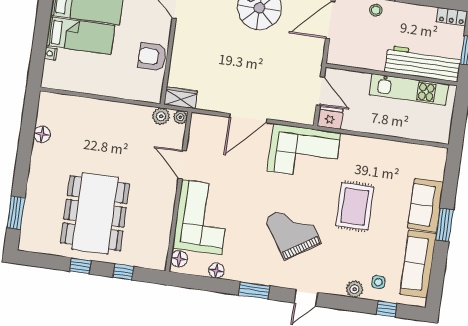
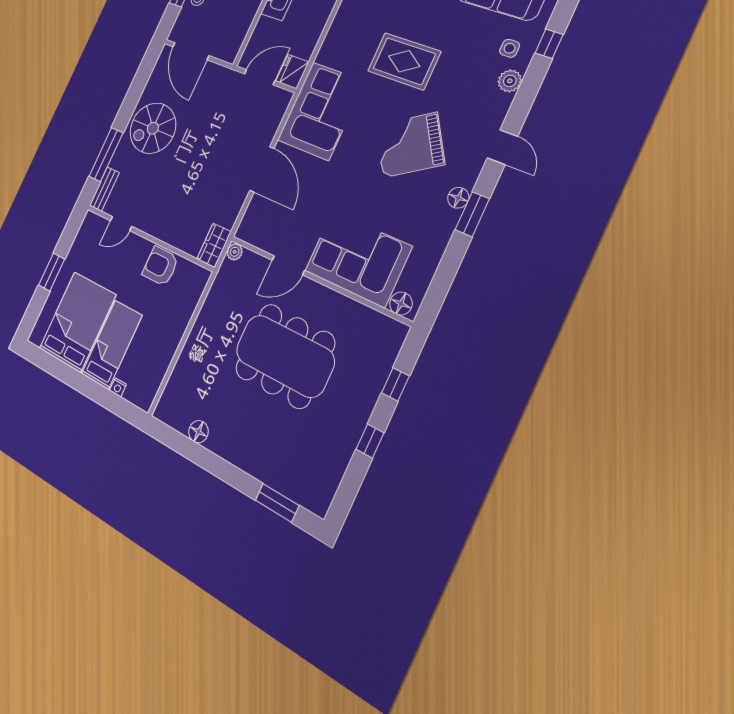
armchair: (152, 57) -> (160, 266), turned 90
plant: (161, 116) -> (226, 275), removed
dining table: (95, 213) -> (285, 356), moved
floor lamp: (216, 271) -> (458, 198), moved

